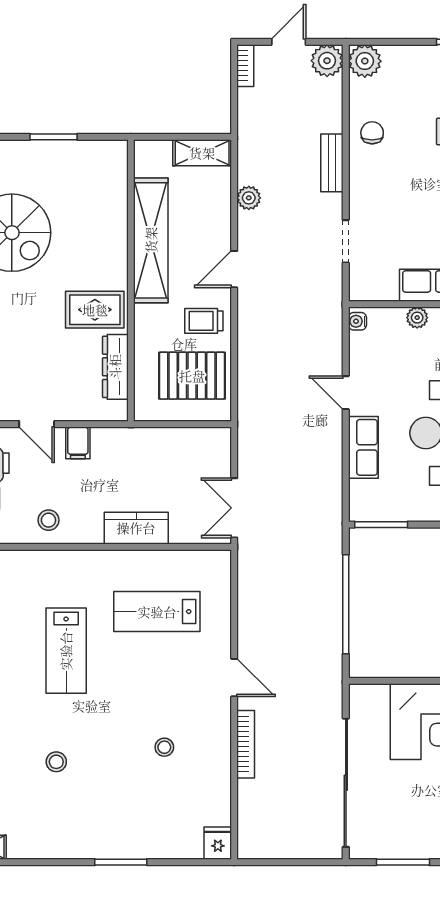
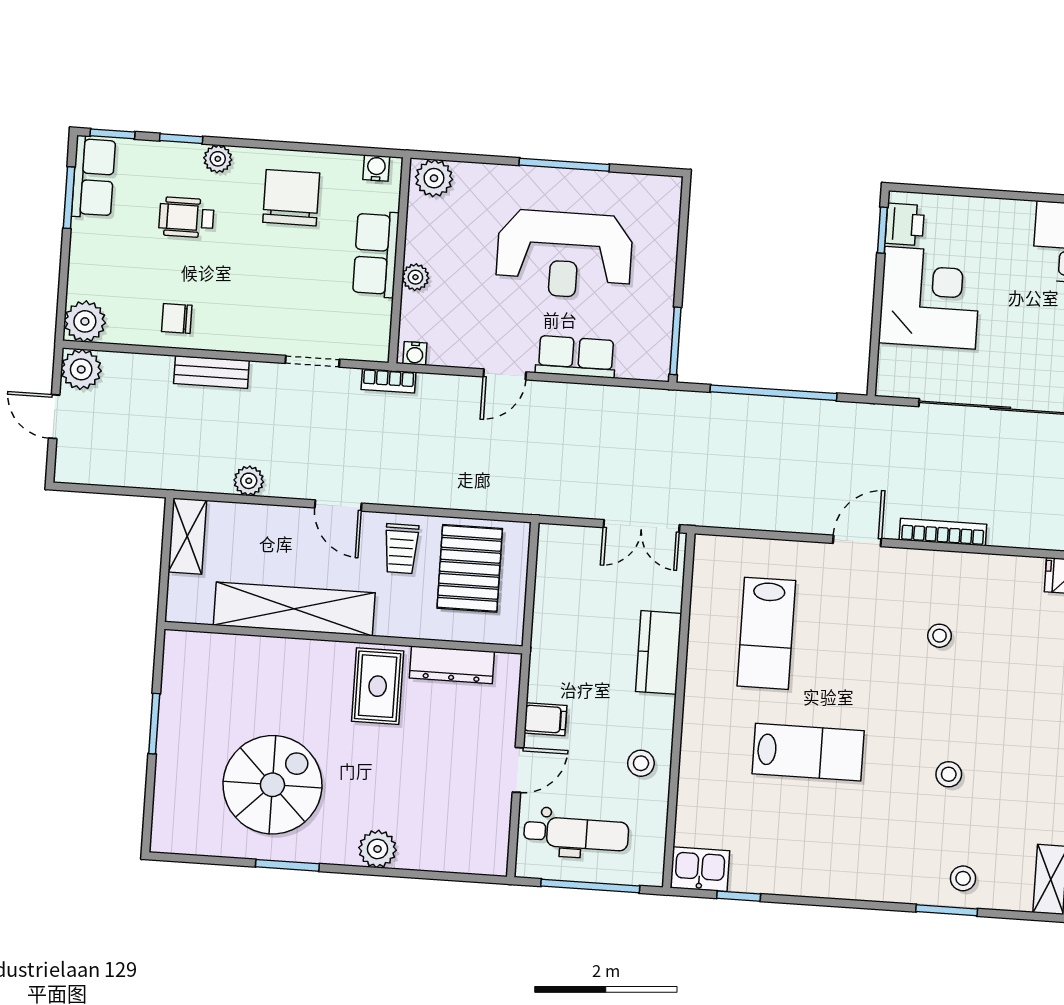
bookcase: (245, 66) -> (388, 381), moved, turned 180

